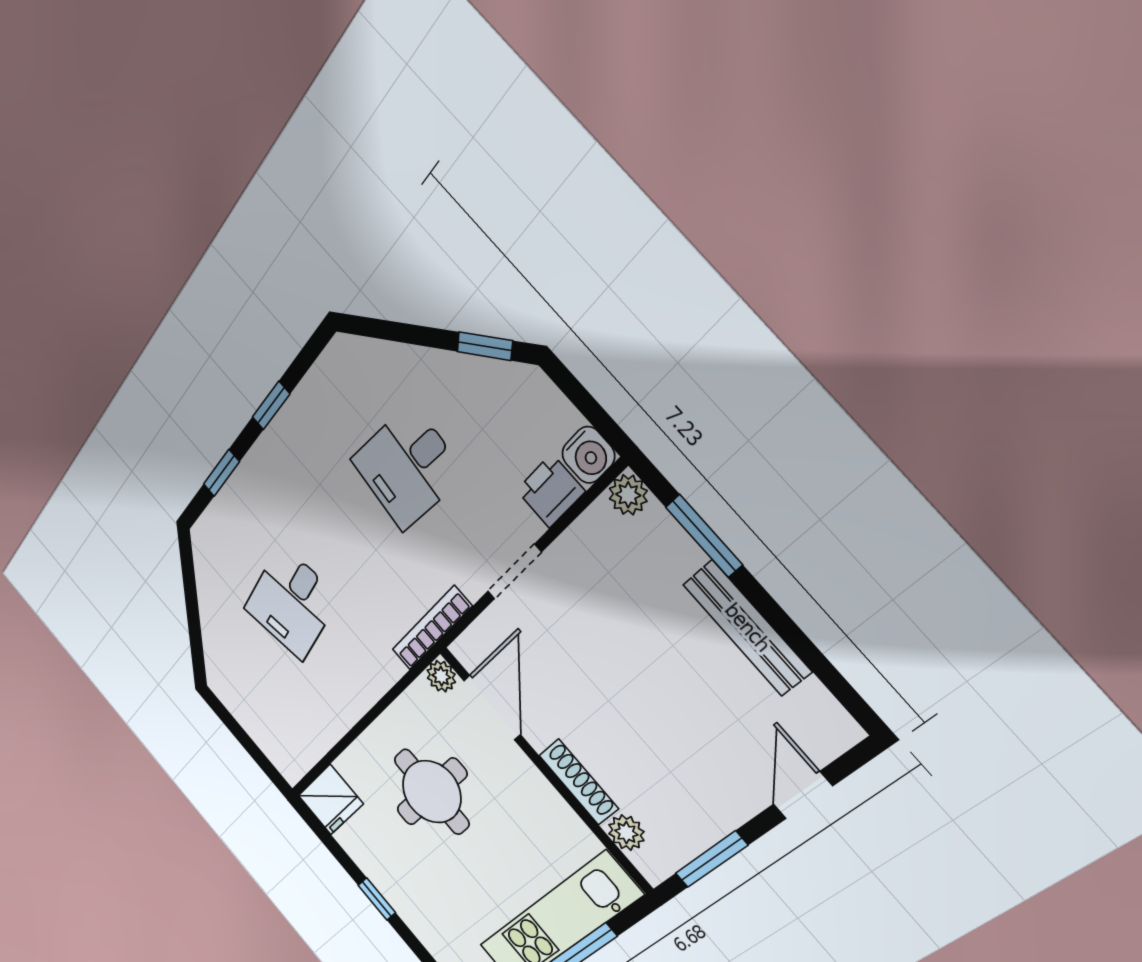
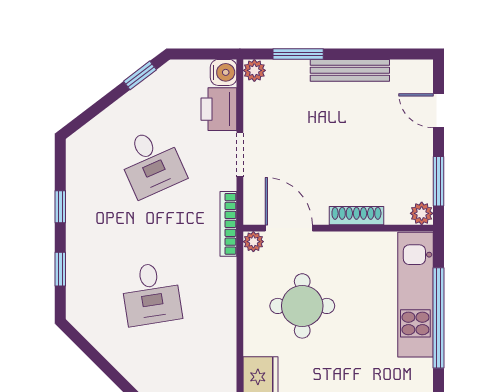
desk: (407, 467) -> (151, 163), turned -30
printer: (551, 491) -> (219, 109), width x1.36, depth x1.24
plant: (626, 833) -> (422, 213), moved

